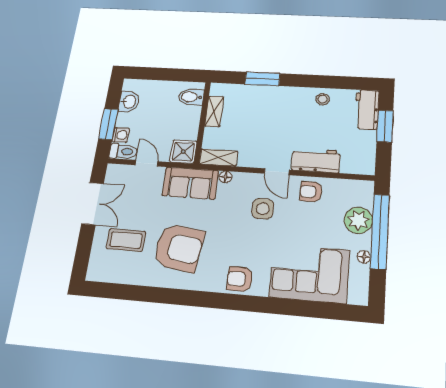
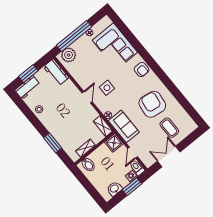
workbench: (316, 160) -> (56, 72), moved
armchair: (311, 192) -> (83, 76), removed
plant: (358, 220) -> (69, 55), moved

